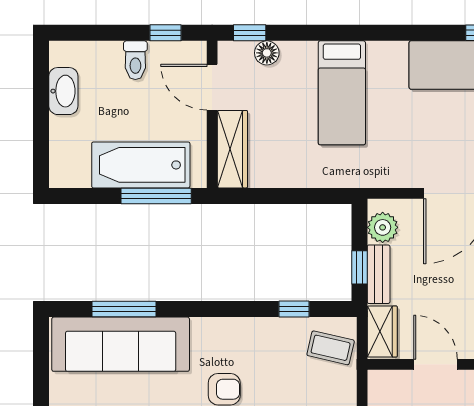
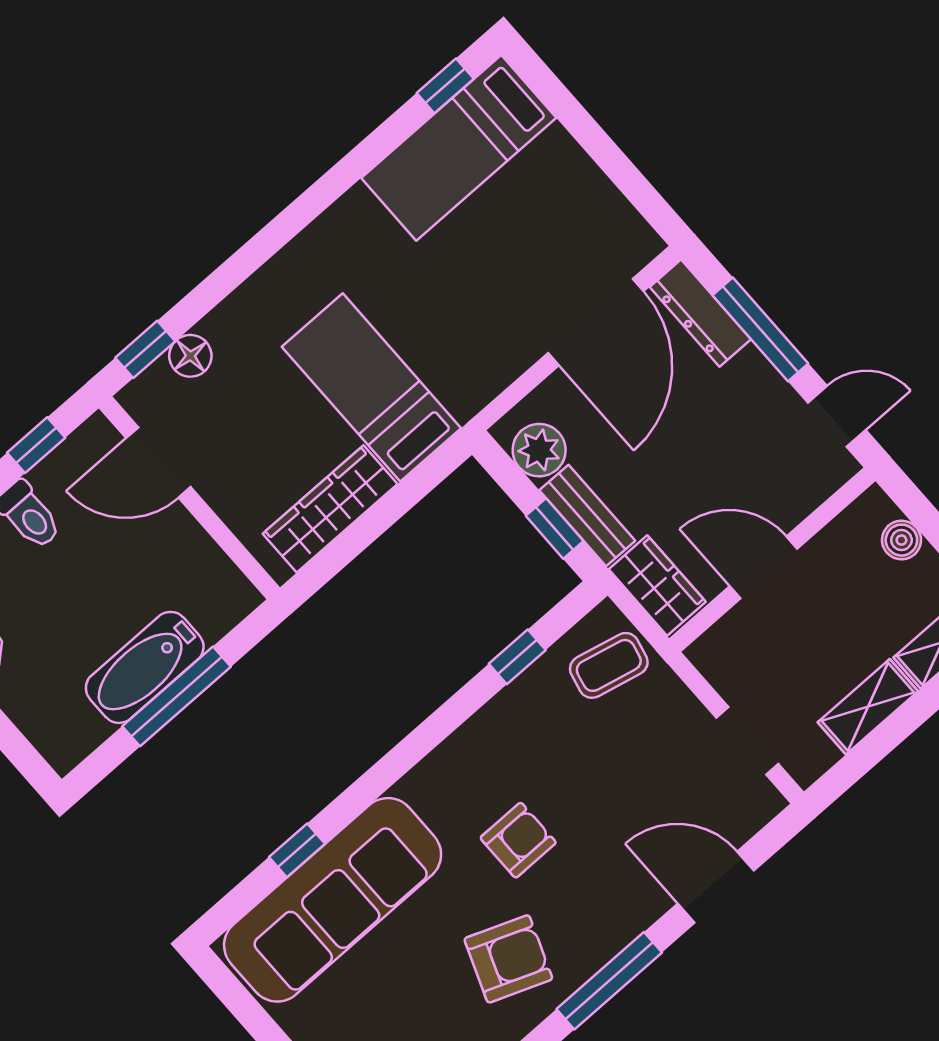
bed: (342, 93) -> (371, 387), moved, turned 180
wardrobe: (232, 149) -> (330, 509), moved, turned -90
bathtub: (141, 165) -> (145, 667), width x0.73, depth x0.73
window: (156, 196) -> (177, 696), moved
window: (124, 309) -> (297, 850), width x0.46

